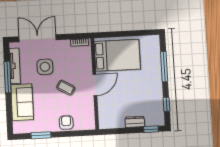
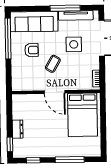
sofa: (22, 102) -> (34, 22), width x1.36
armchair: (66, 123) -> (32, 50), moved
window: (41, 135) -> (8, 39), width x2.11

